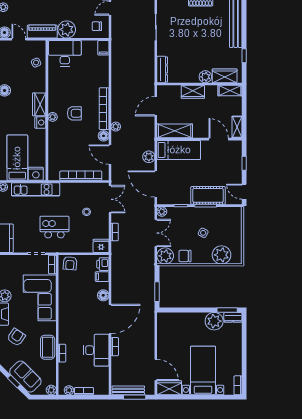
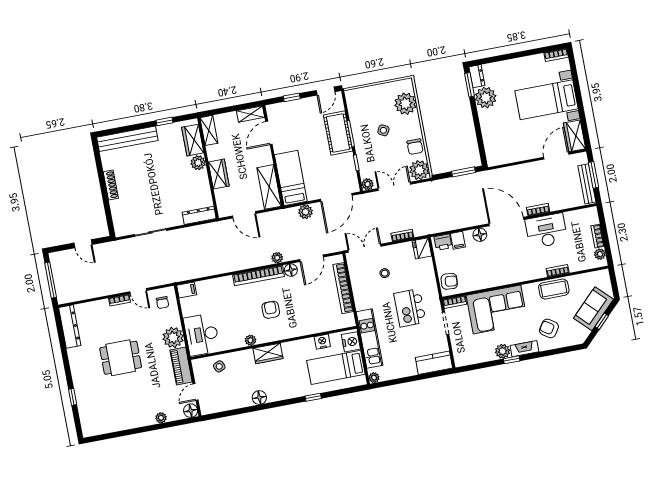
plant: (53, 117) -> (250, 340), moved
nightstand: (40, 123) -> (322, 342), moved
plant: (51, 390) -> (604, 275), removed

